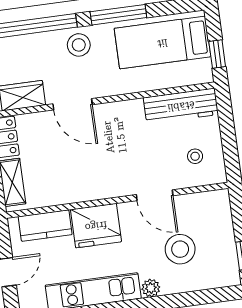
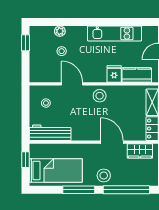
stool: (104, 181) -> (100, 96), added
fridge: (96, 226) -> (114, 74), width x0.53, depth x0.75
stool: (180, 249) -> (62, 51), width x0.53, depth x0.53
plant: (151, 288) -> (60, 31), moved

